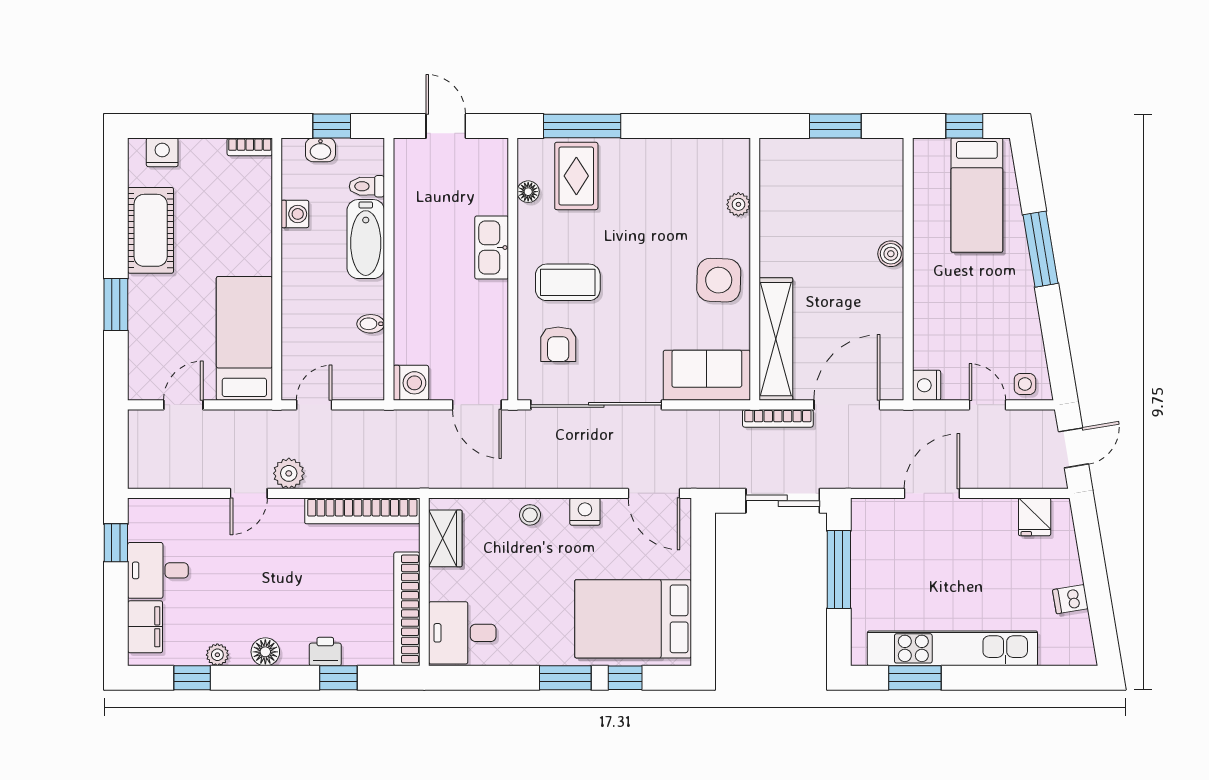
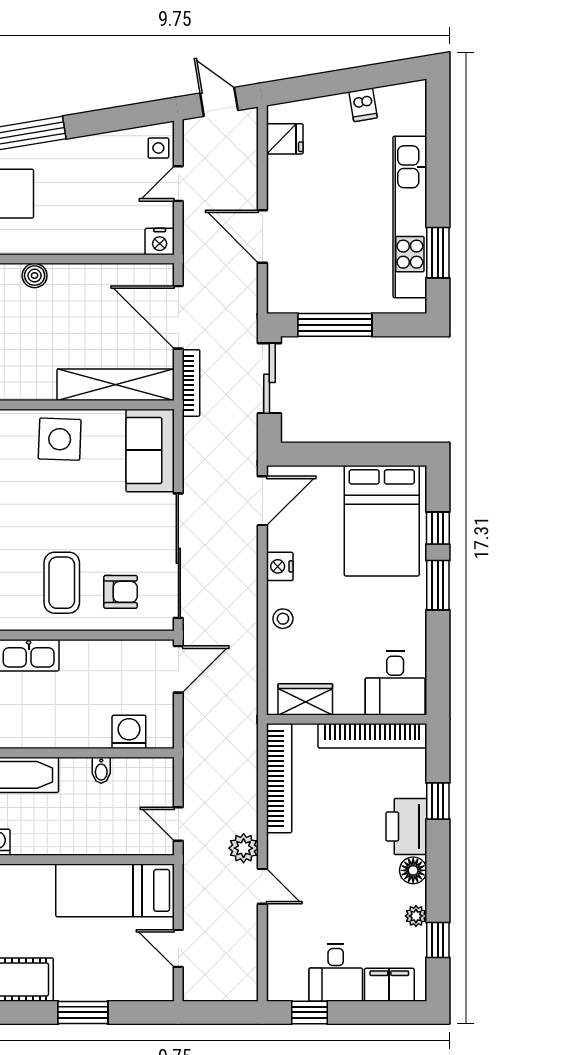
washing machine: (411, 383) -> (129, 732), moved
printer: (325, 652) -> (406, 827), width x1.87, depth x1.48

